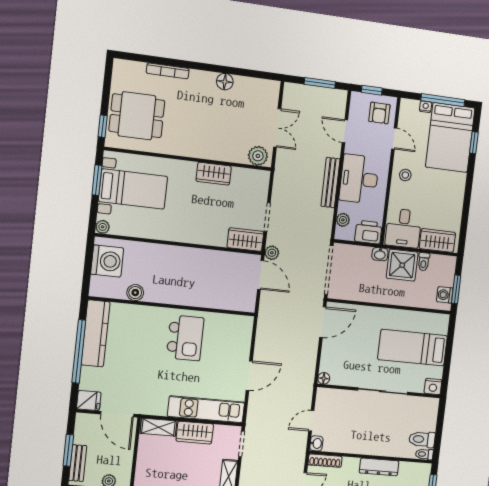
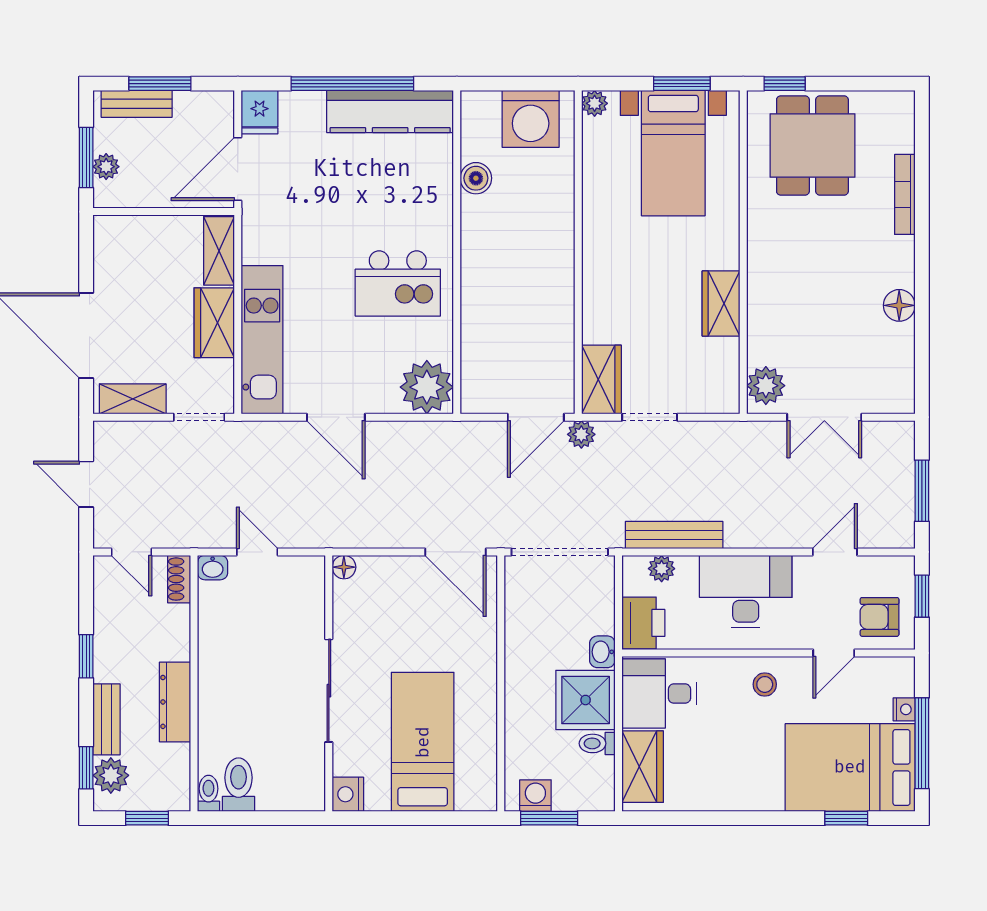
bench: (330, 183) -> (674, 535), moved
plant: (239, 328) -> (427, 387), added
shoe rack: (325, 461) -> (179, 579), width x0.70

